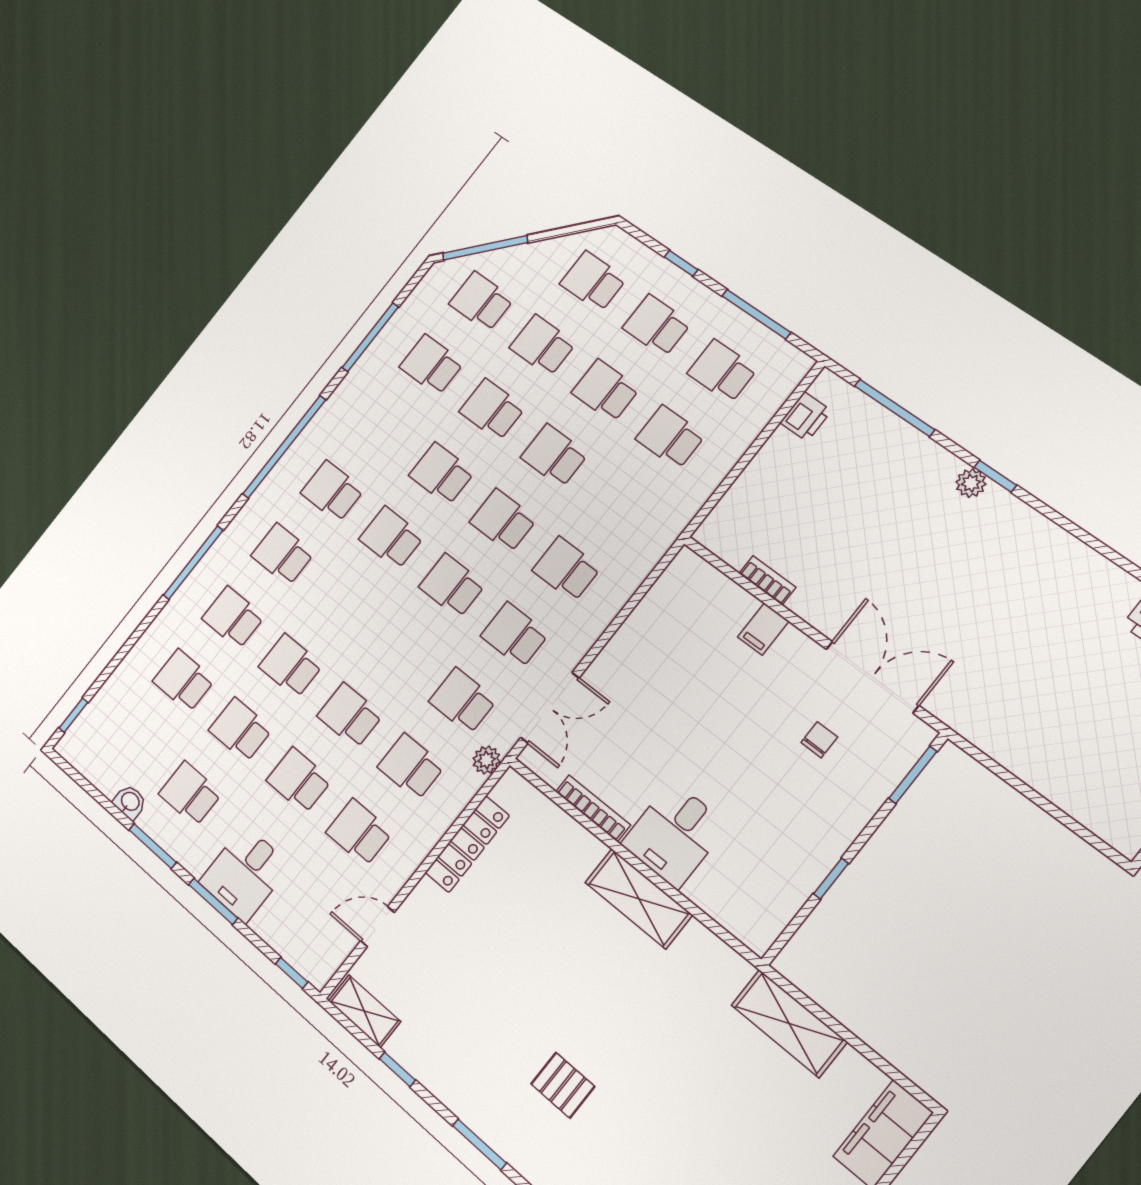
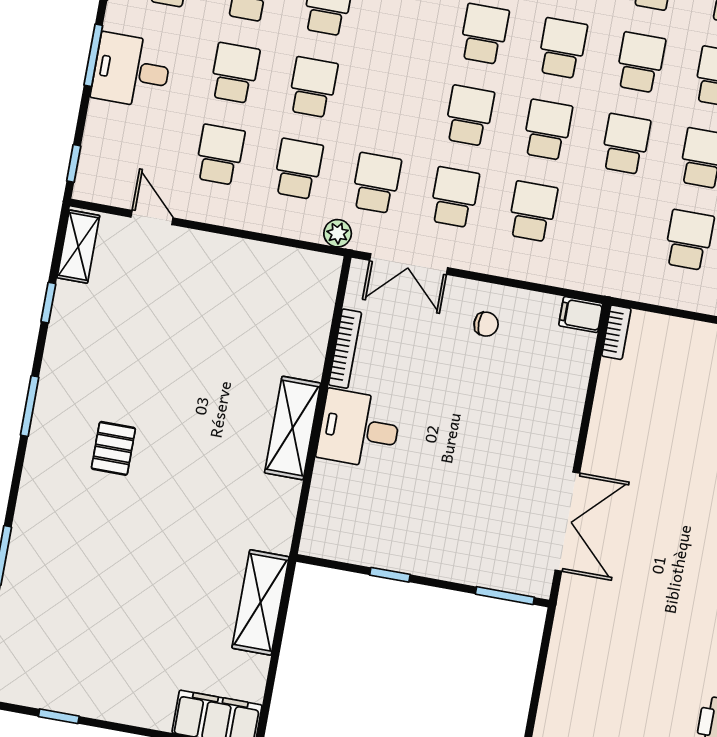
bookcase: (767, 580) -> (616, 332), moved
filing cabinet: (763, 629) -> (581, 315), moved
chair: (819, 740) -> (486, 324), moved
locker: (467, 844) -> (260, 257), removed

